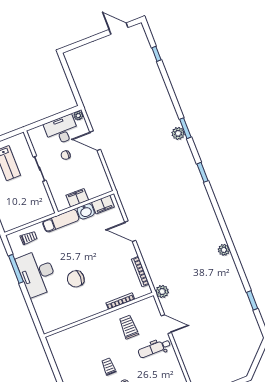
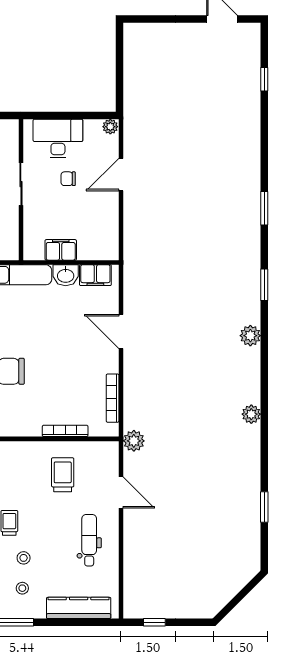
desk: (61, 130) -> (58, 139), moved
plant: (178, 133) -> (250, 336), moved
door: (95, 141) -> (121, 175), hinge flipped
dental chair: (154, 349) -> (89, 540), moved, turned 90

